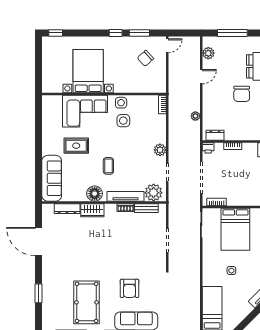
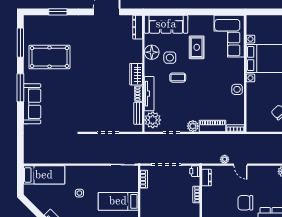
door: (201, 77) -> (241, 165), moved
corner sofa: (85, 111) -> (229, 36), moved
side table: (123, 121) -> (170, 58), moved
piano: (160, 129) -> (212, 126), added
floor lamp: (95, 194) -> (152, 52), moved
dresser: (67, 209) -> (138, 27), moved
wardrobe: (92, 210) -> (136, 74), moved
bed: (235, 229) -> (118, 201), width x0.67
armchair: (130, 288) -> (63, 97), removed

